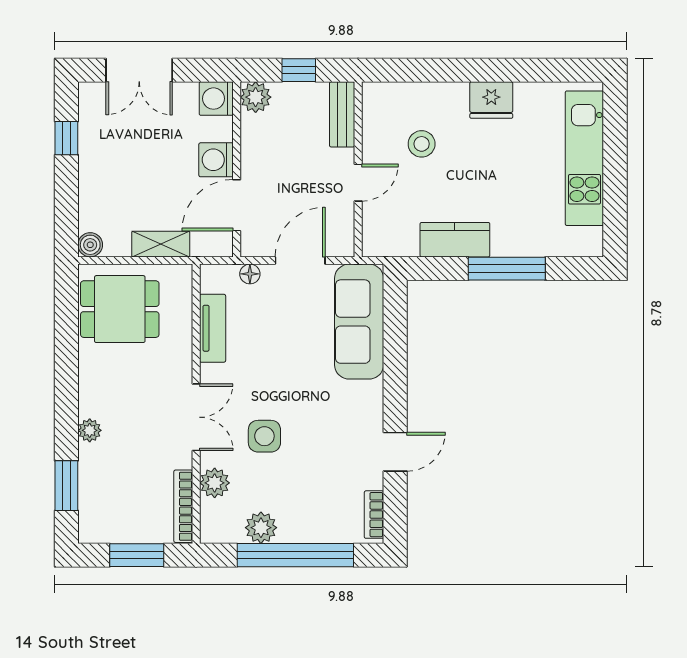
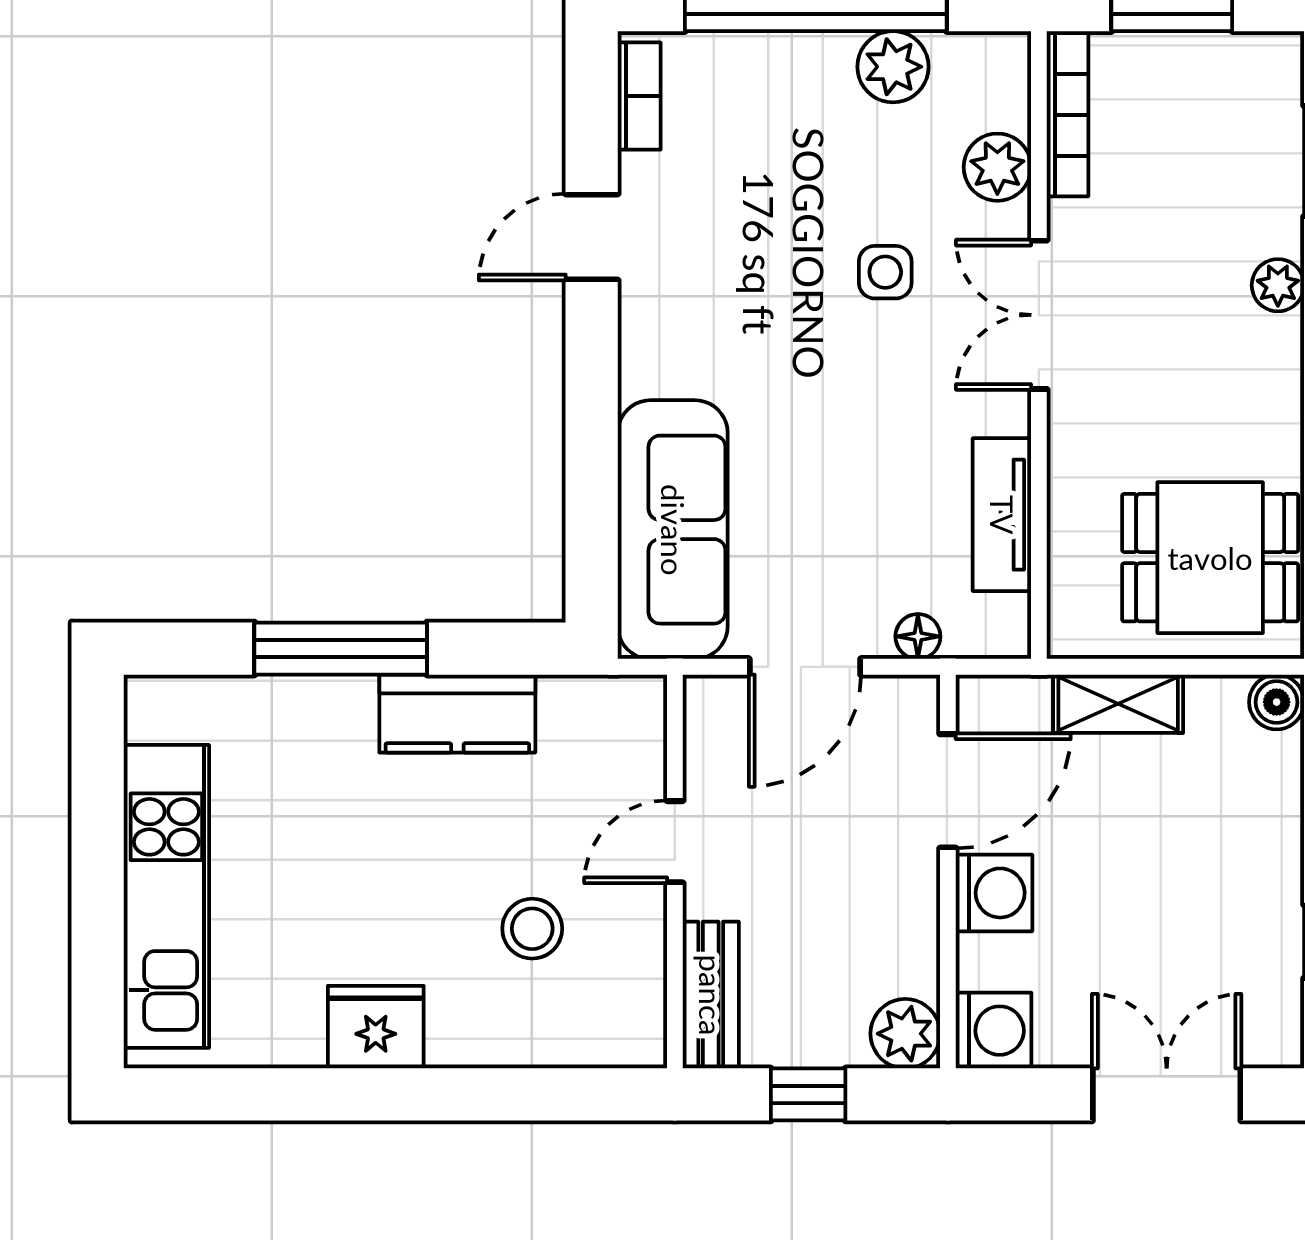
side table: (264, 436) -> (885, 272), width x0.73, depth x0.73

